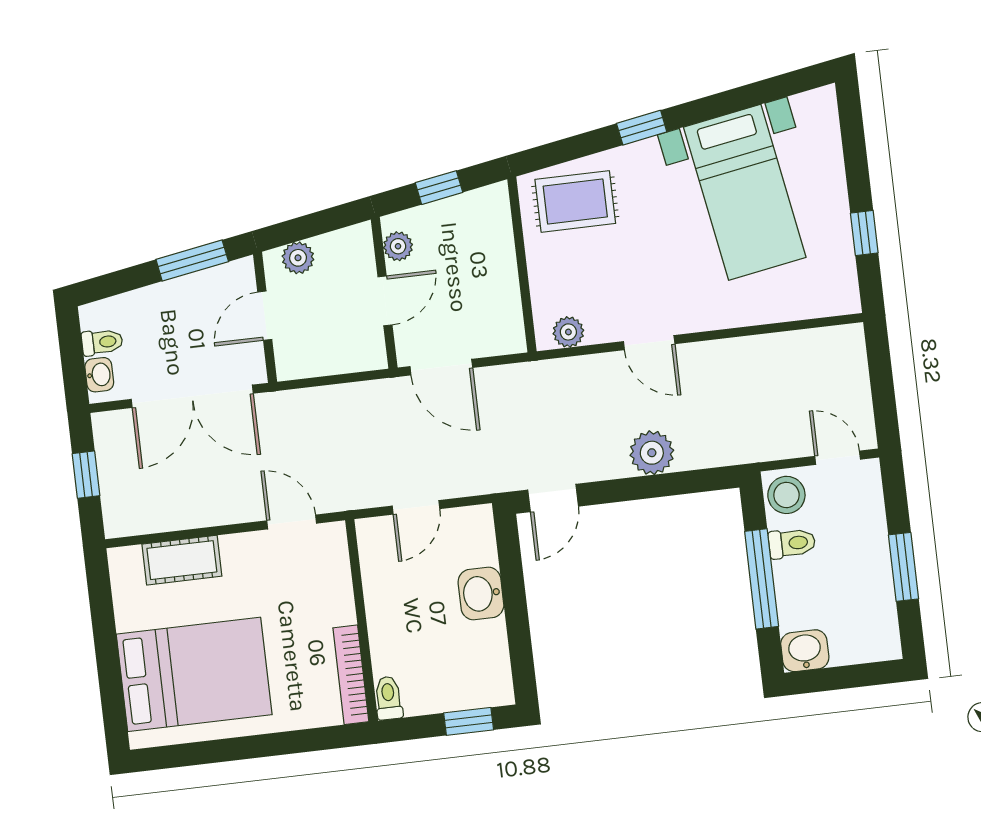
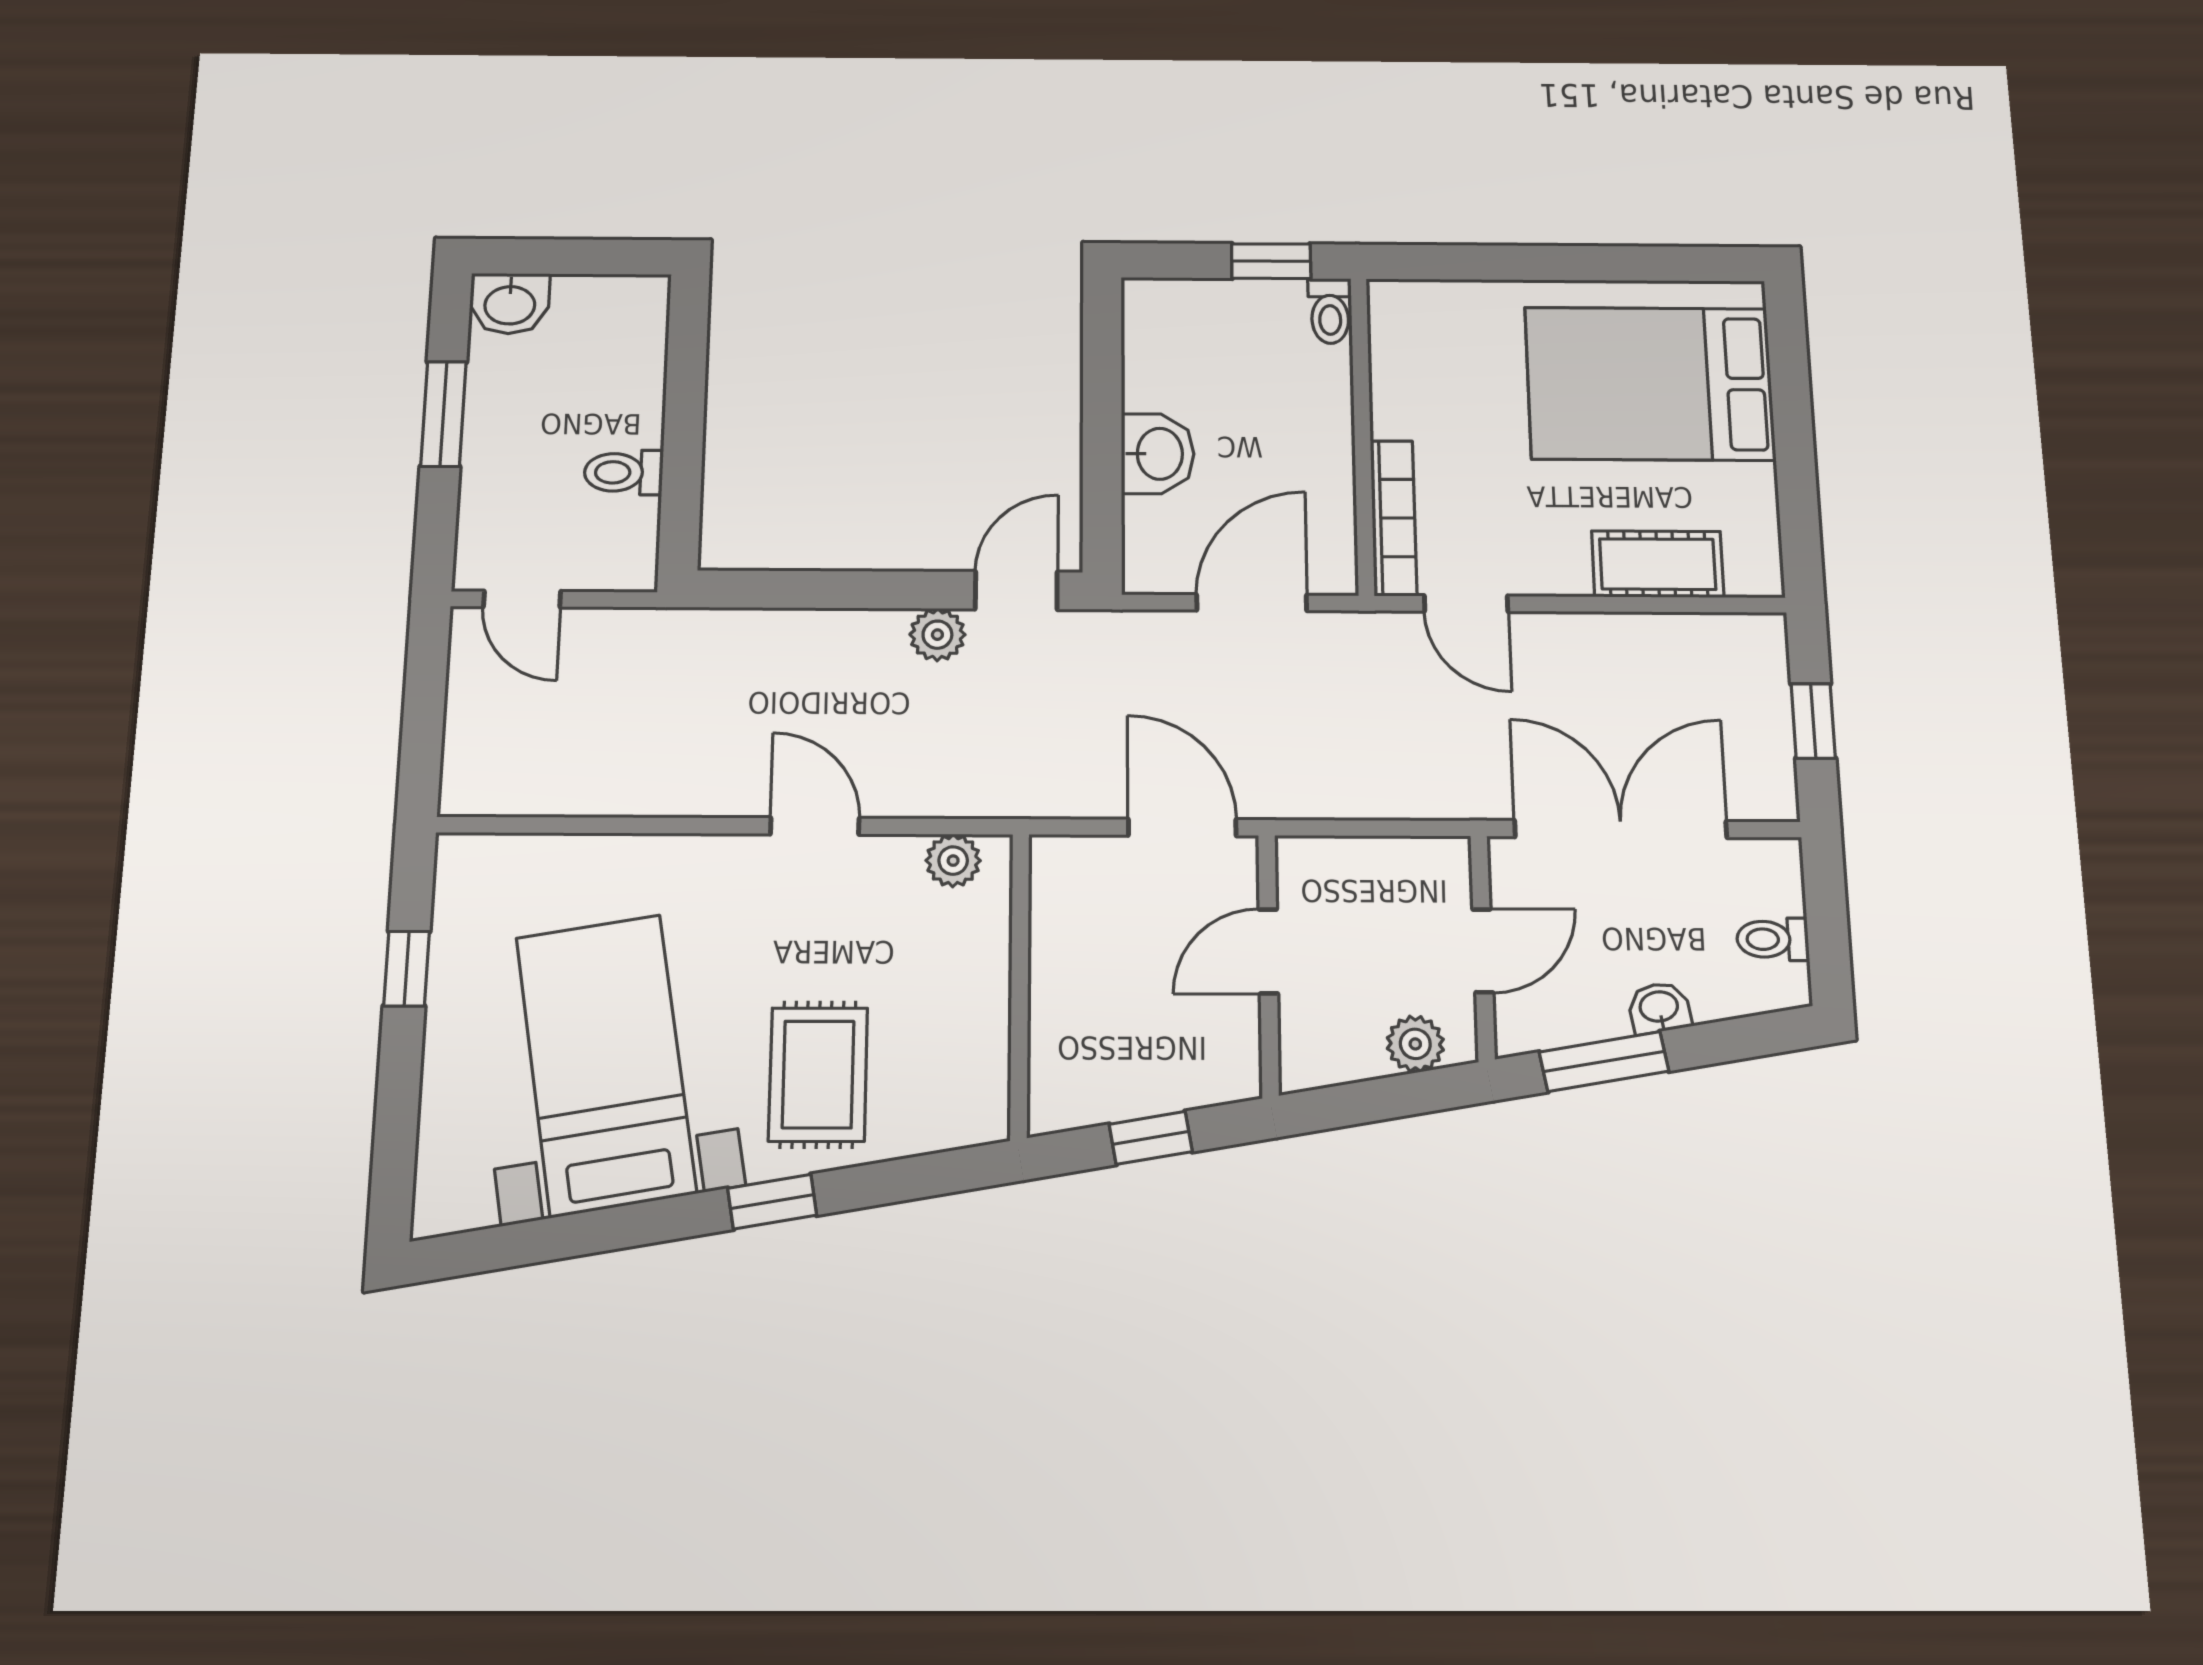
rug: (575, 201) -> (818, 1074), moved, turned 90
plant: (398, 246) -> (1235, 1043), removed
washbasin: (99, 375) -> (1659, 1008), moved, turned 80
plant: (652, 453) -> (937, 635), moved, width x0.73, depth x0.73
stool: (786, 495) -> (619, 550), removed
door: (416, 507) -> (1252, 603), width x1.38
window: (762, 579) -> (684, 423), removed
washbasin: (805, 651) -> (510, 304), moved
bookcase: (351, 675) -> (1393, 518), moved
window: (469, 721) -> (1271, 261), moved

